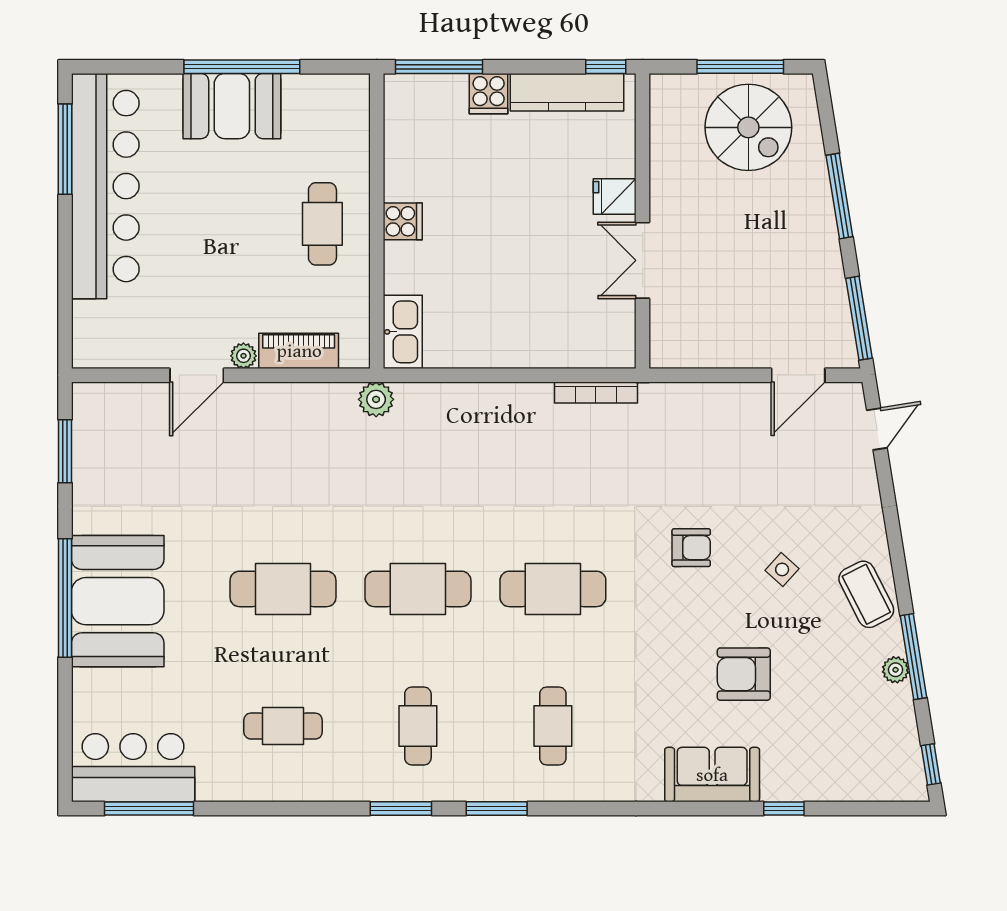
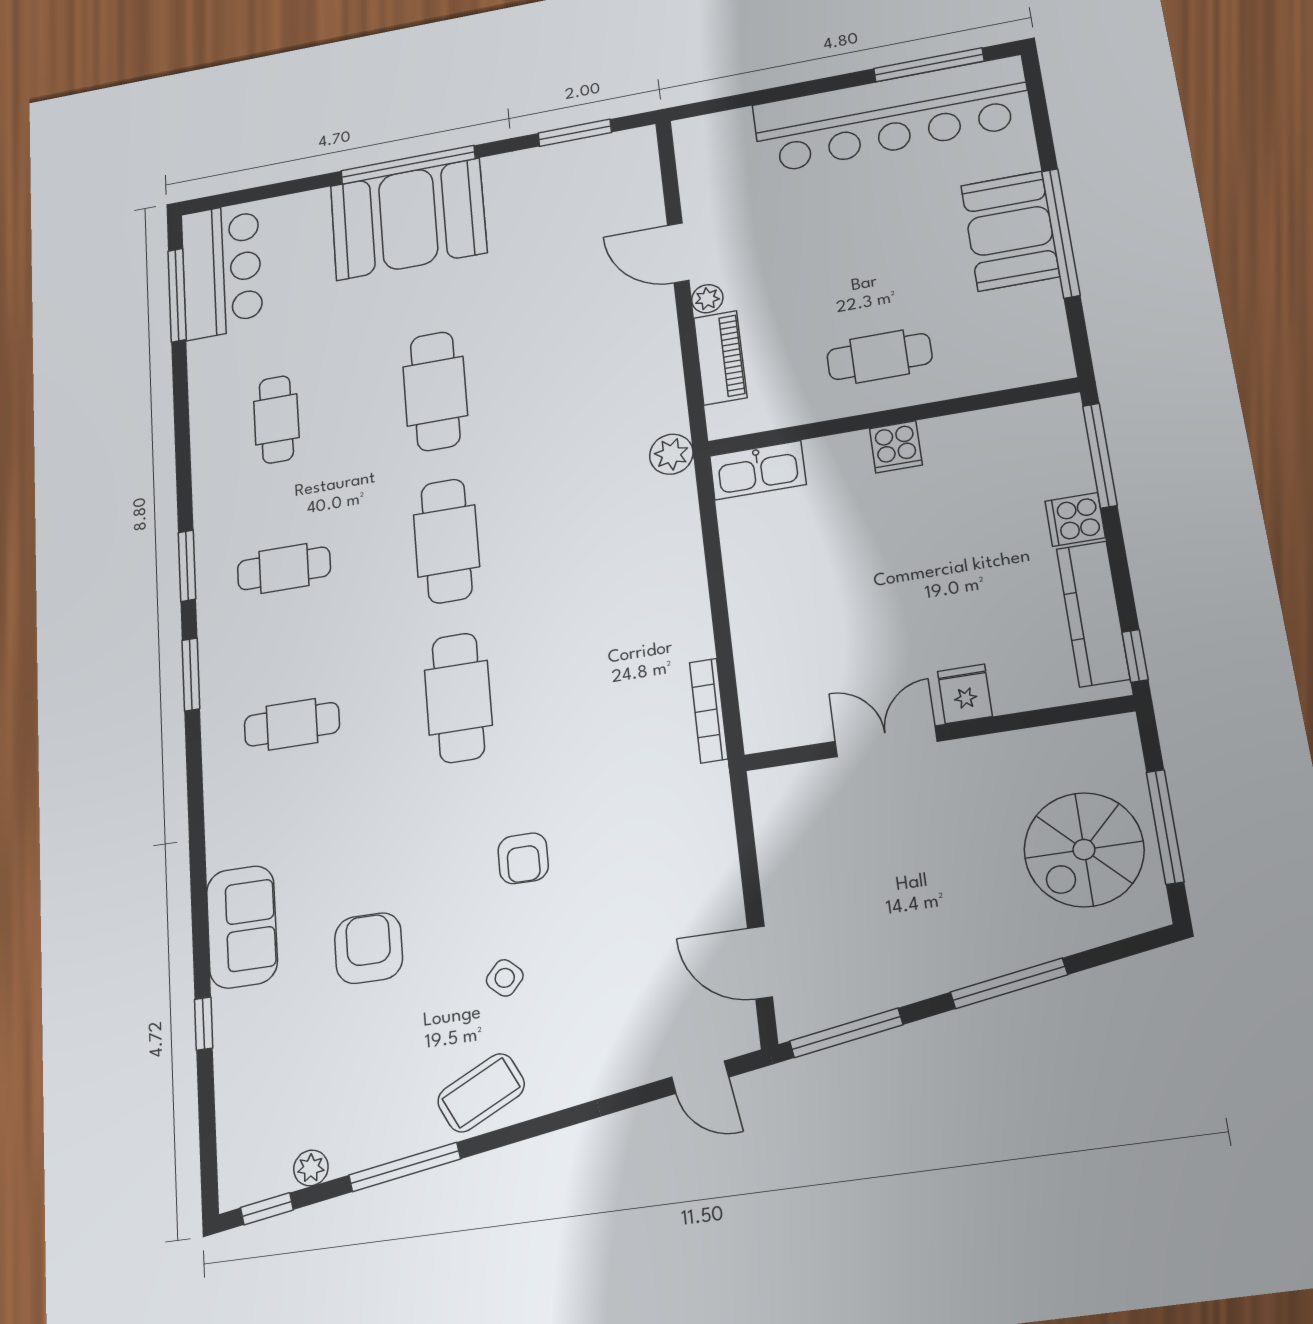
plant: (896, 670) -> (311, 1168), moved

